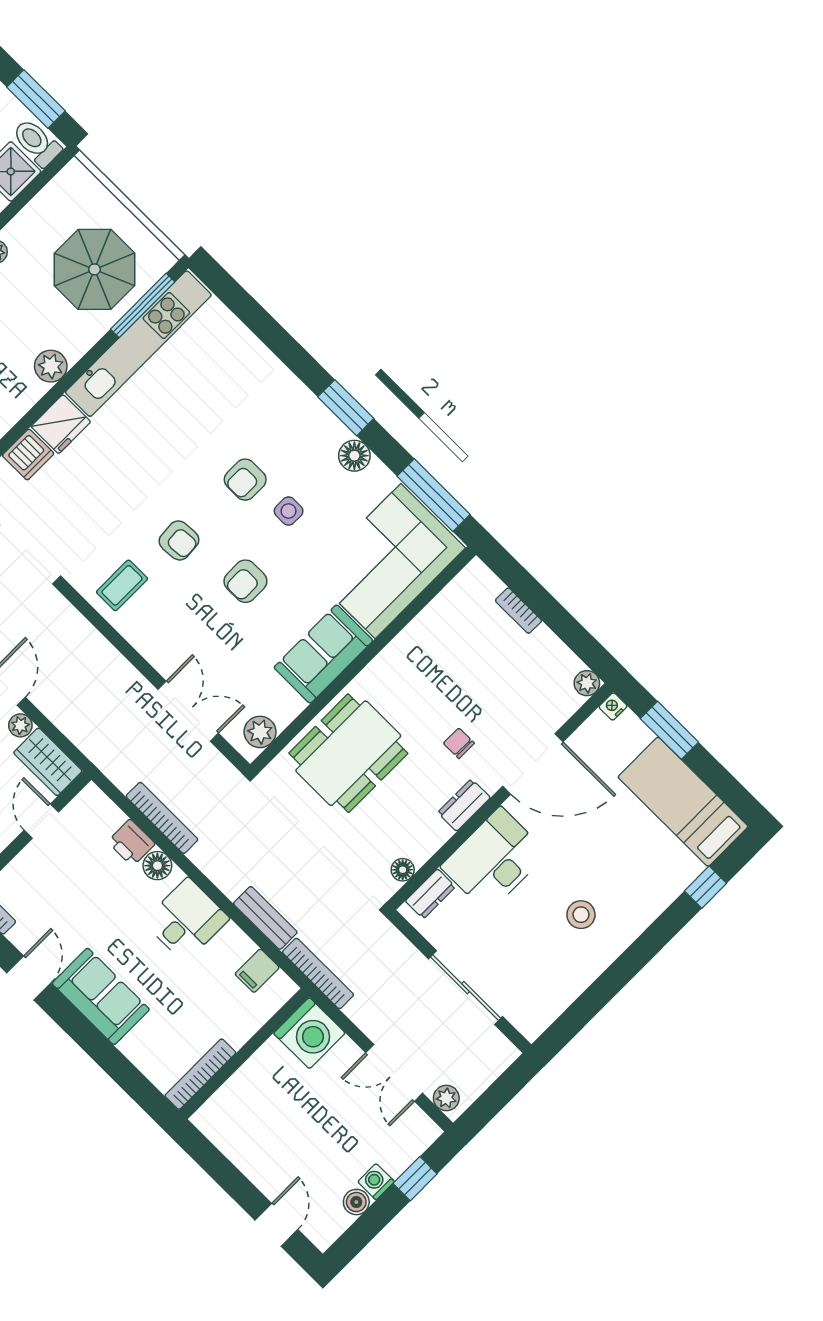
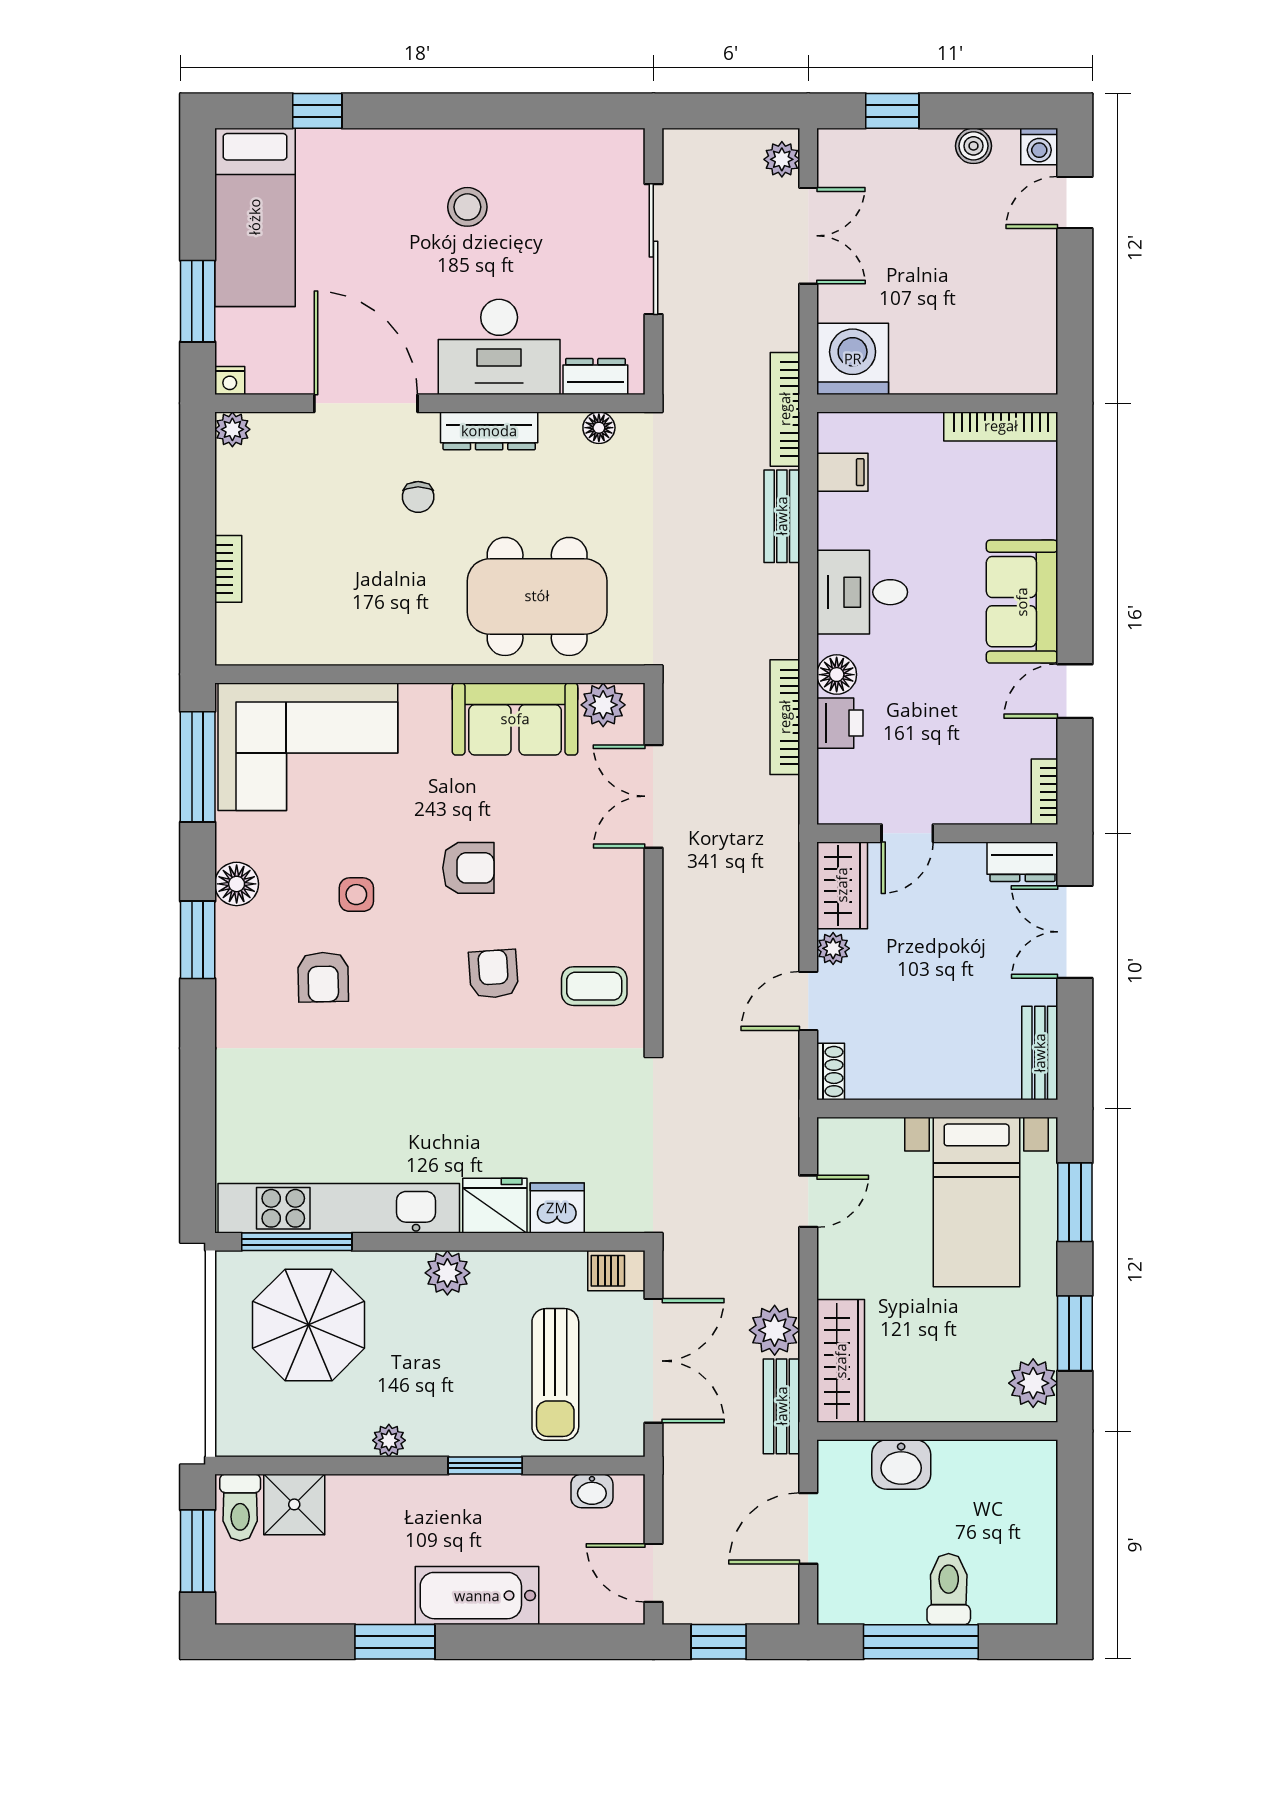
armchair: (245, 480) -> (323, 977), moved, turned 89
sofa: (323, 654) -> (515, 719), moved
dresser: (464, 805) -> (489, 431), width x1.44
washing machine: (376, 1182) -> (1039, 146), moved

